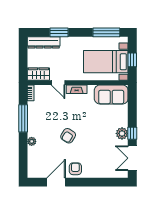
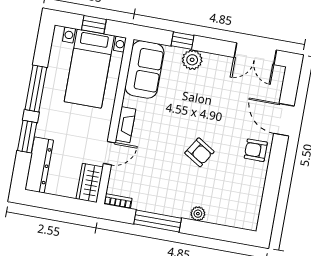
window: (106, 32) -> (36, 89), moved
plant: (122, 133) -> (192, 60), moved
window: (132, 133) -> (183, 41), moved
door: (56, 182) -> (284, 120), moved

